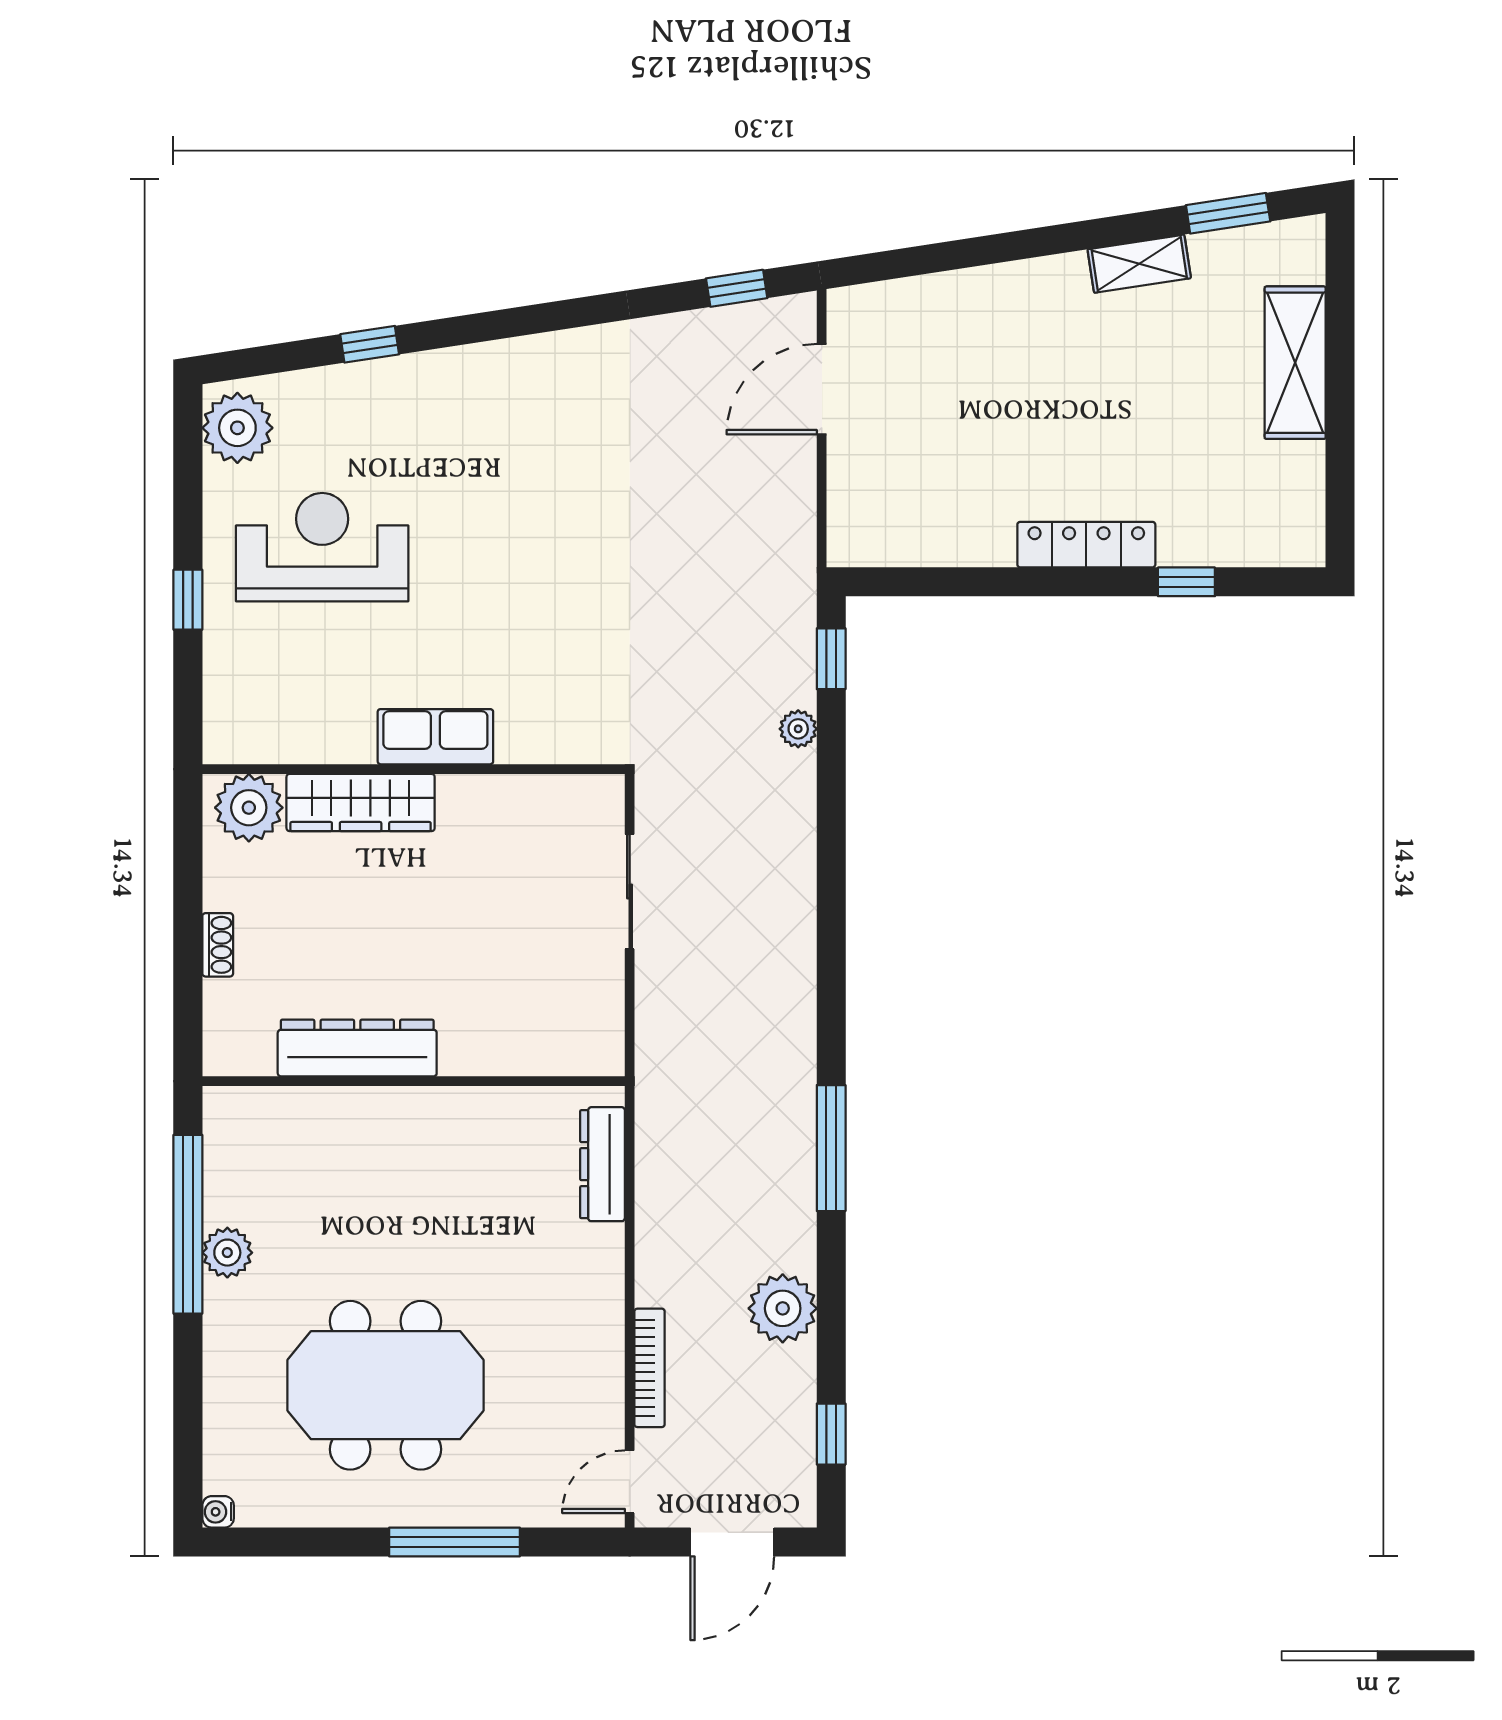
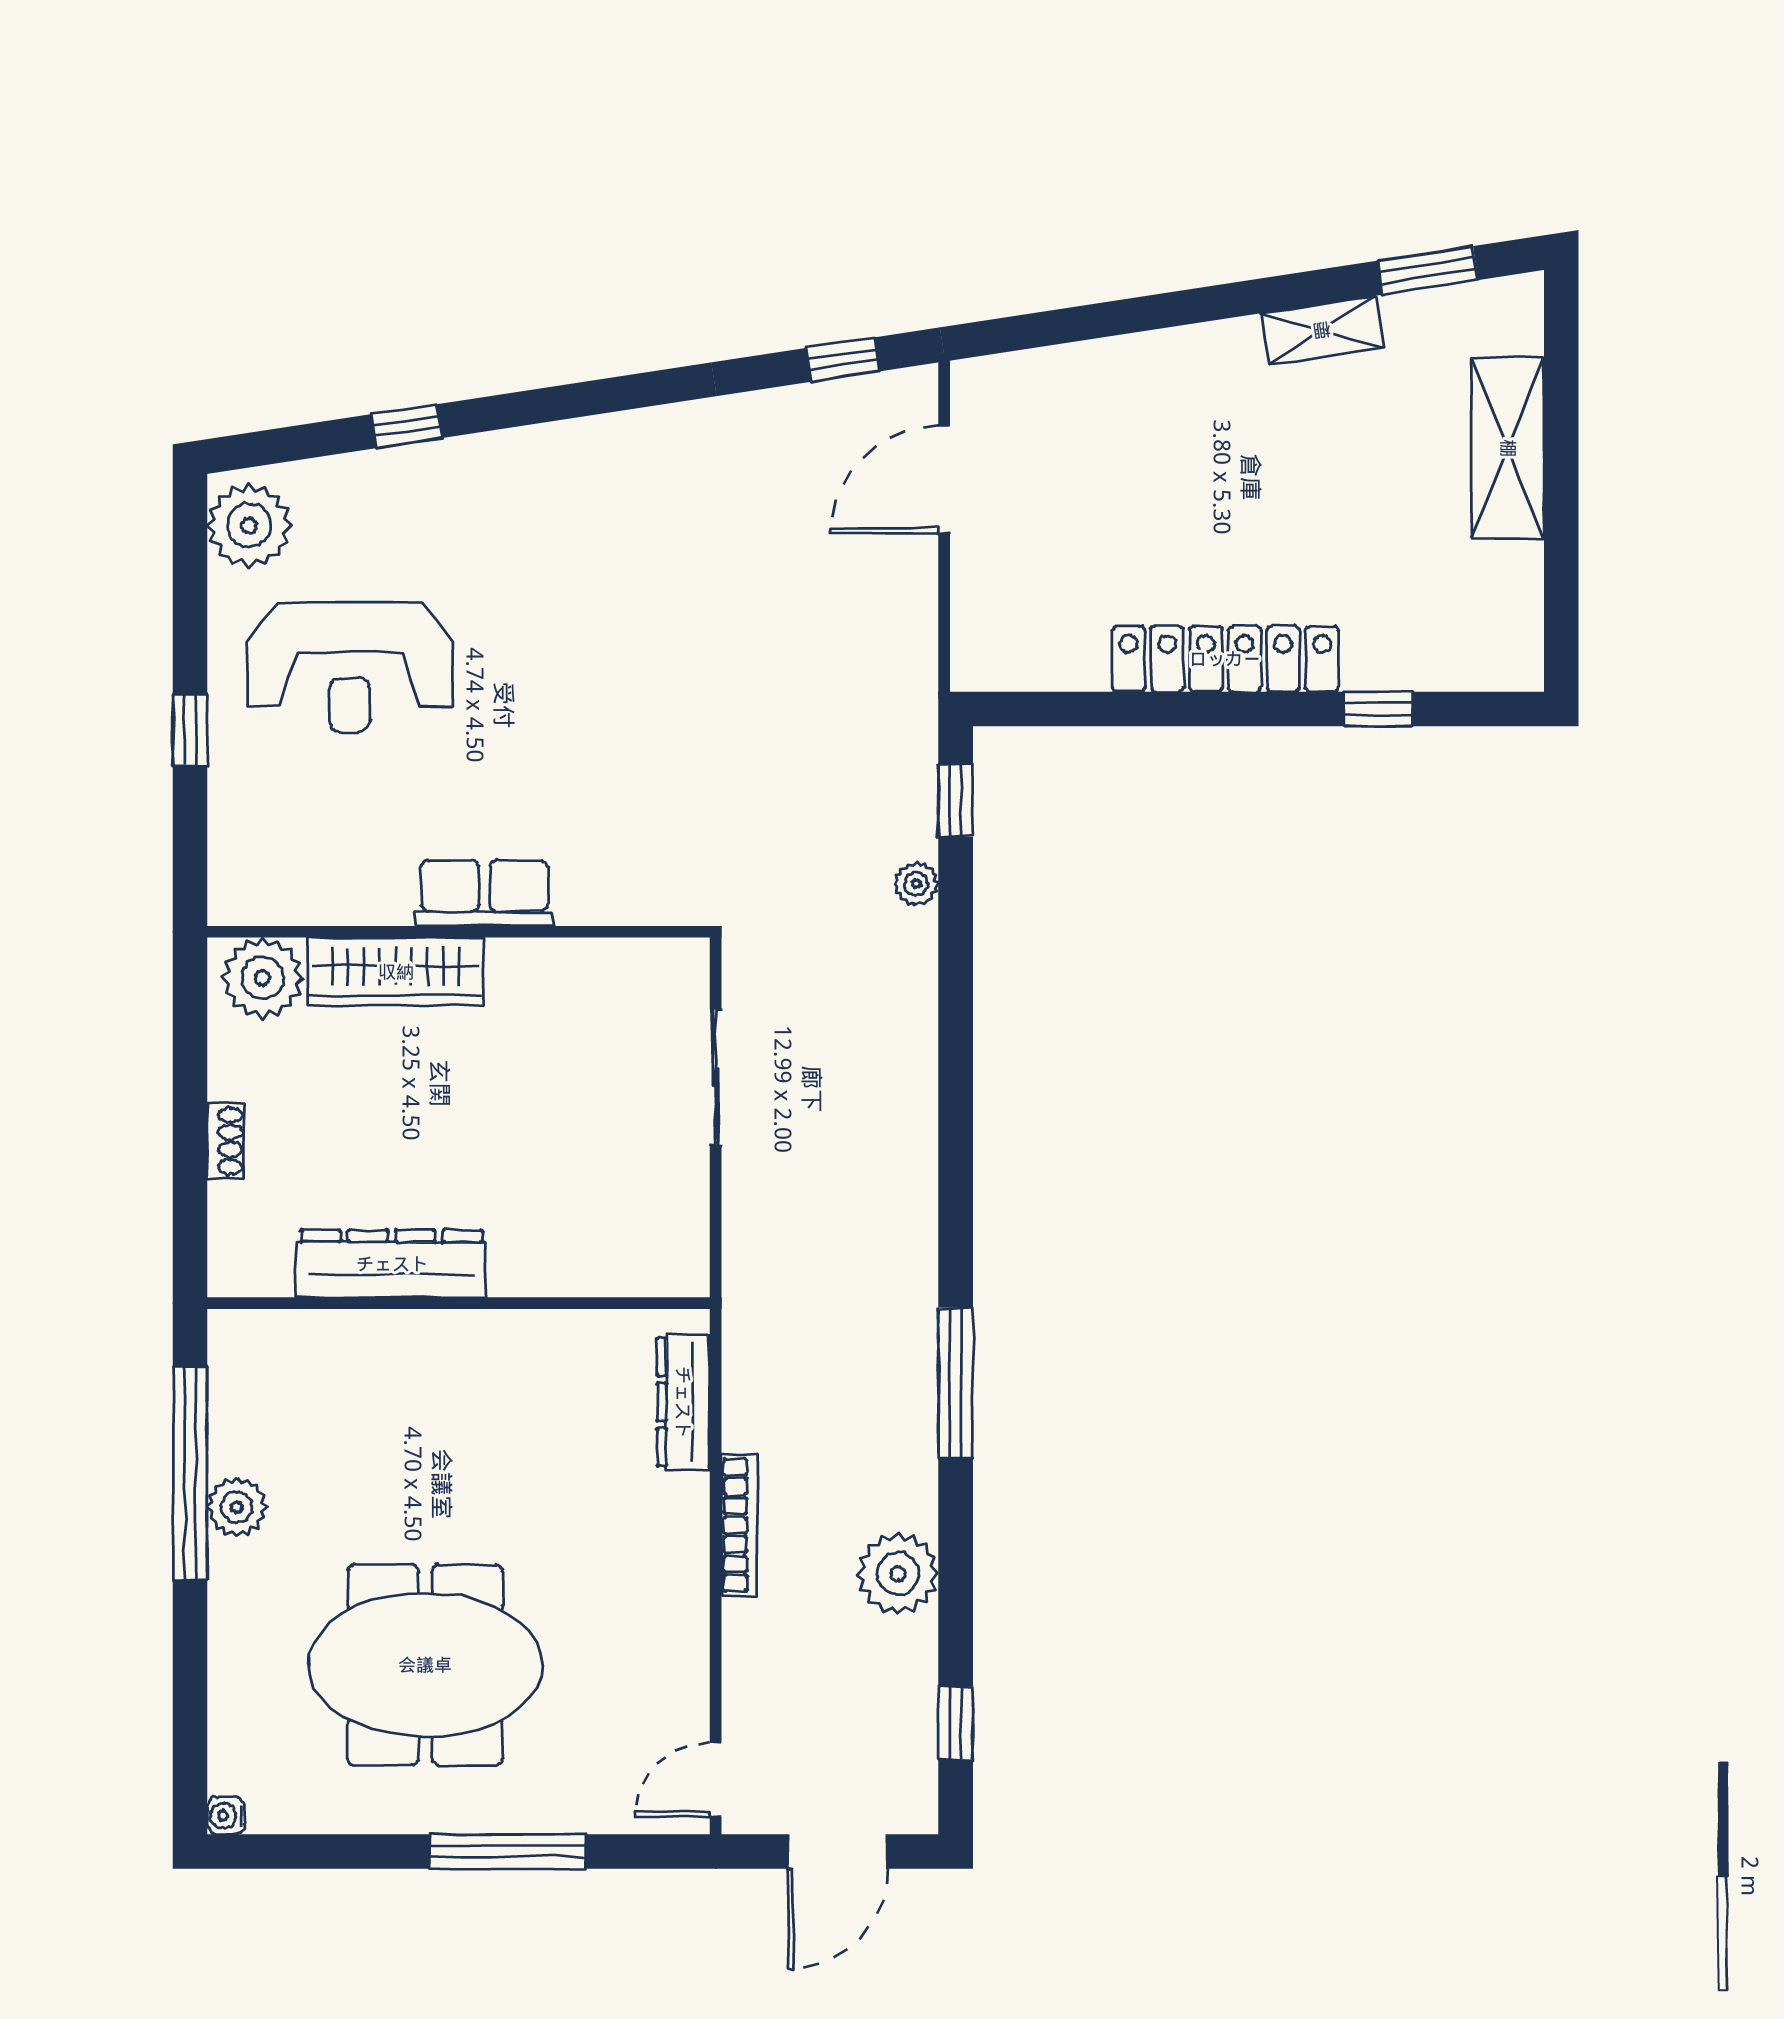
locker: (1086, 545) -> (1225, 659), width x1.41, depth x1.21
reception desk: (322, 547) -> (350, 668), turned 180
bookcase: (650, 1368) -> (739, 1525), moved

